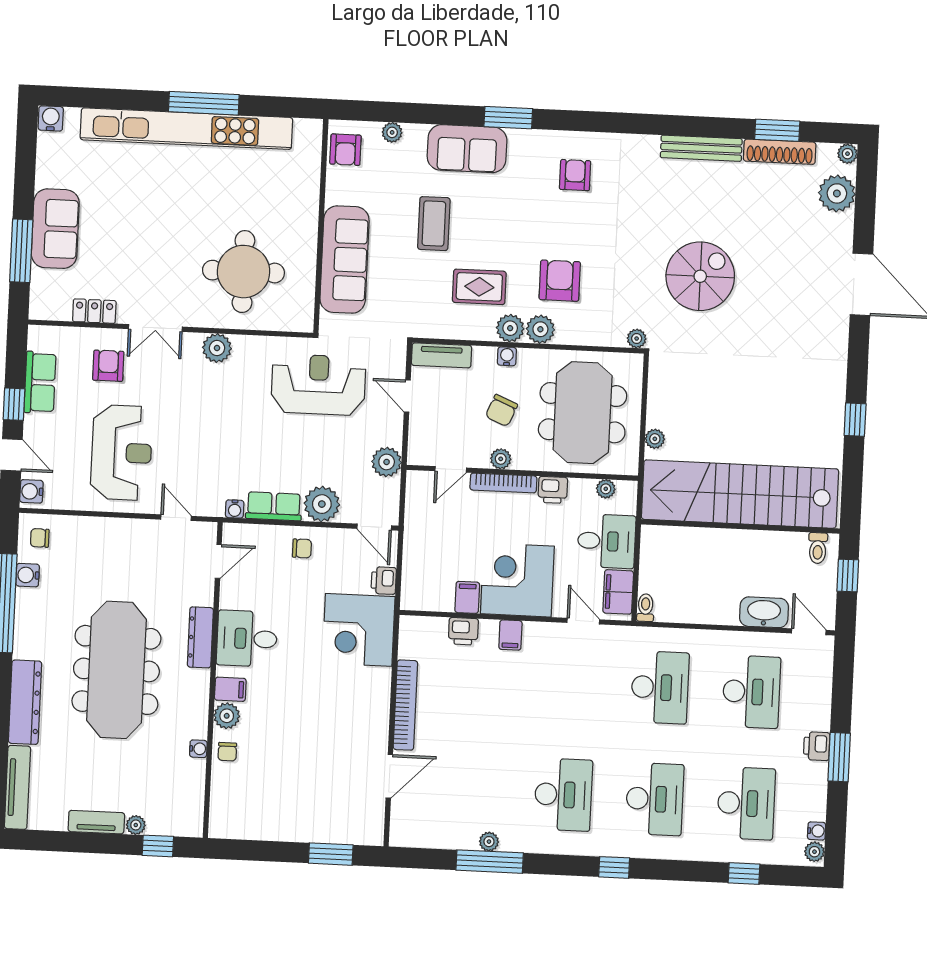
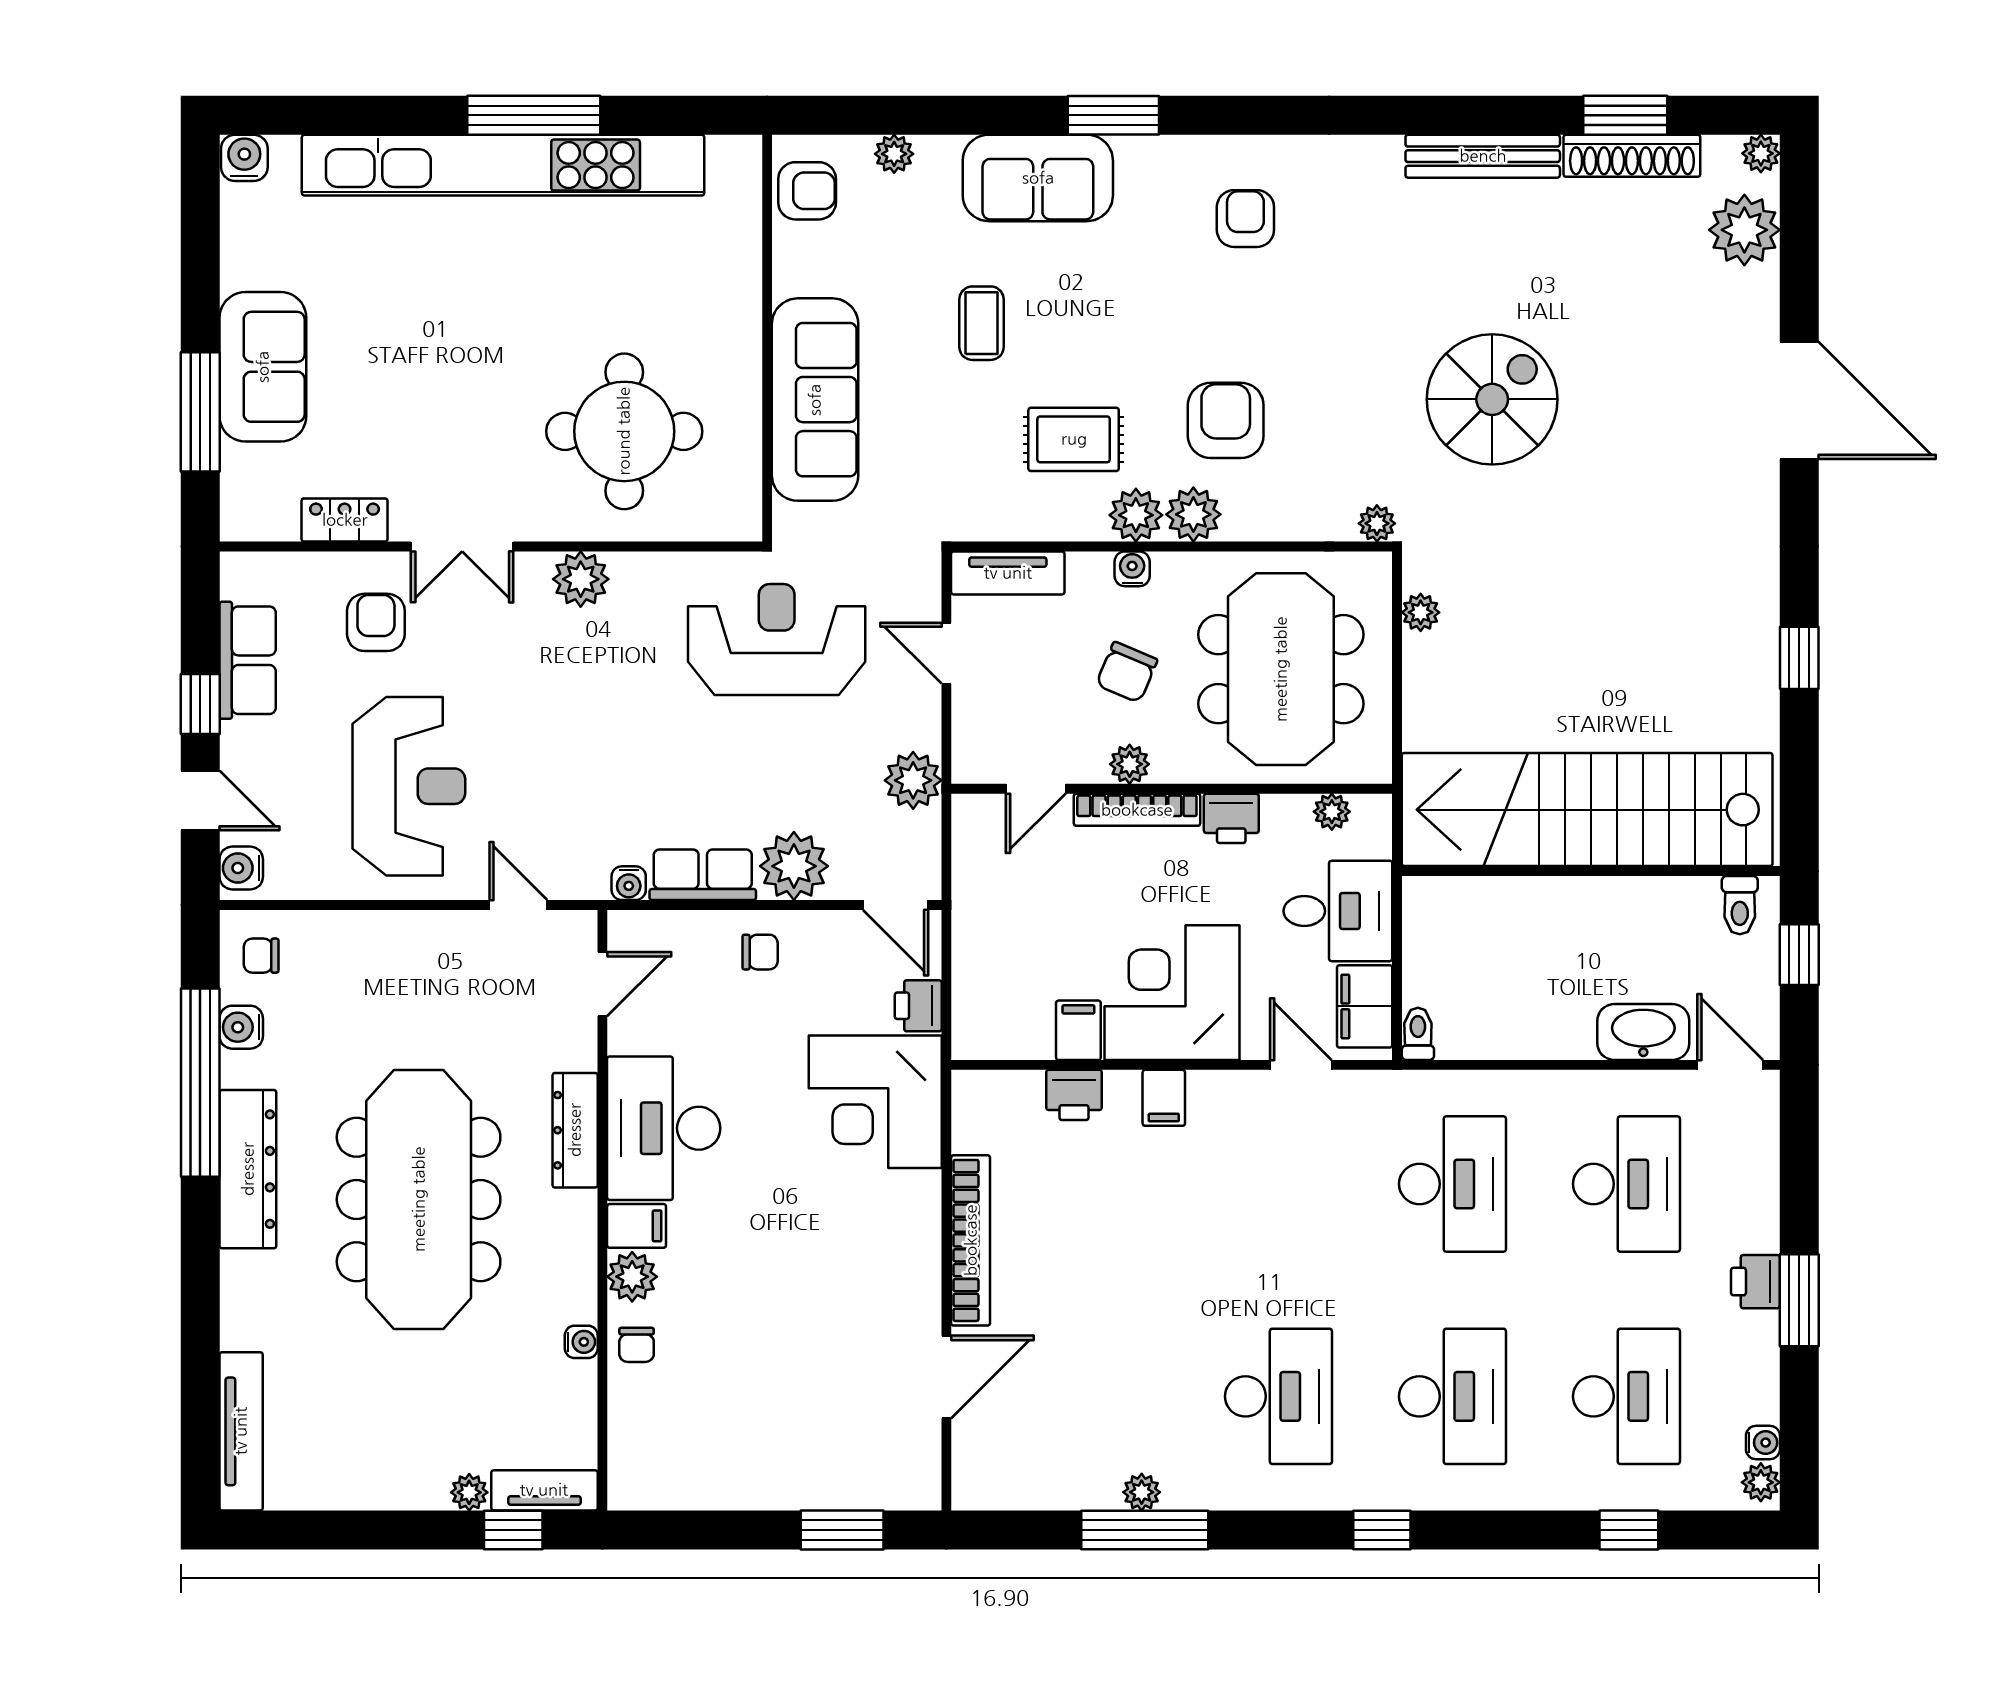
armchair: (345, 150) -> (807, 191), turned -90
coffee table: (434, 224) -> (981, 323), width x0.73, depth x0.77
plant: (655, 439) -> (1421, 612), moved
desk: (247, 639) -> (664, 1128), width x1.37
dresser: (25, 702) -> (248, 1169), moved
tv unit: (96, 822) -> (544, 1490), moved

